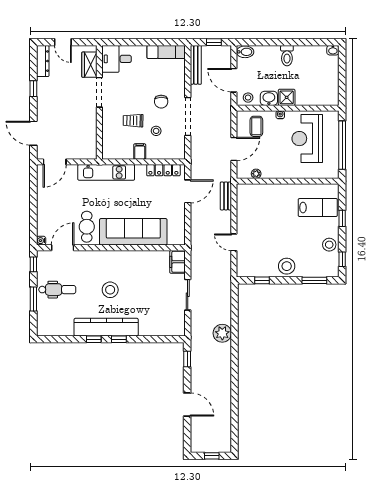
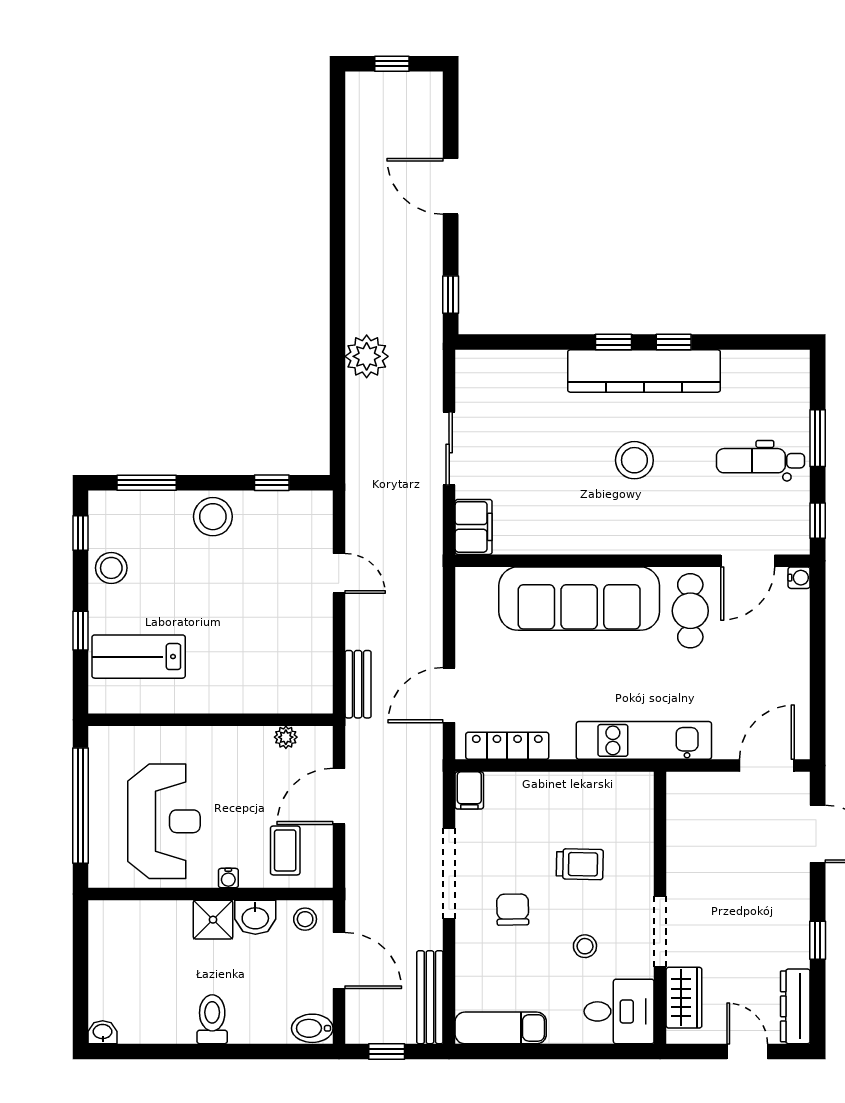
stool: (156, 131) -> (585, 946), moved
filing cabinet: (140, 151) -> (469, 790), moved

